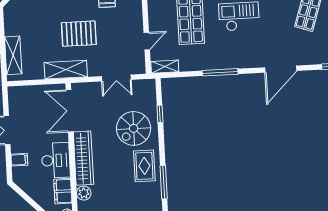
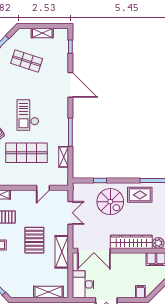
door: (147, 41) -> (43, 188), swing flipped
shelving: (165, 67) -> (64, 157), moved
filing cabinet: (19, 160) -> (140, 292), moved
desk: (56, 160) -> (83, 284), moved, turned -90

